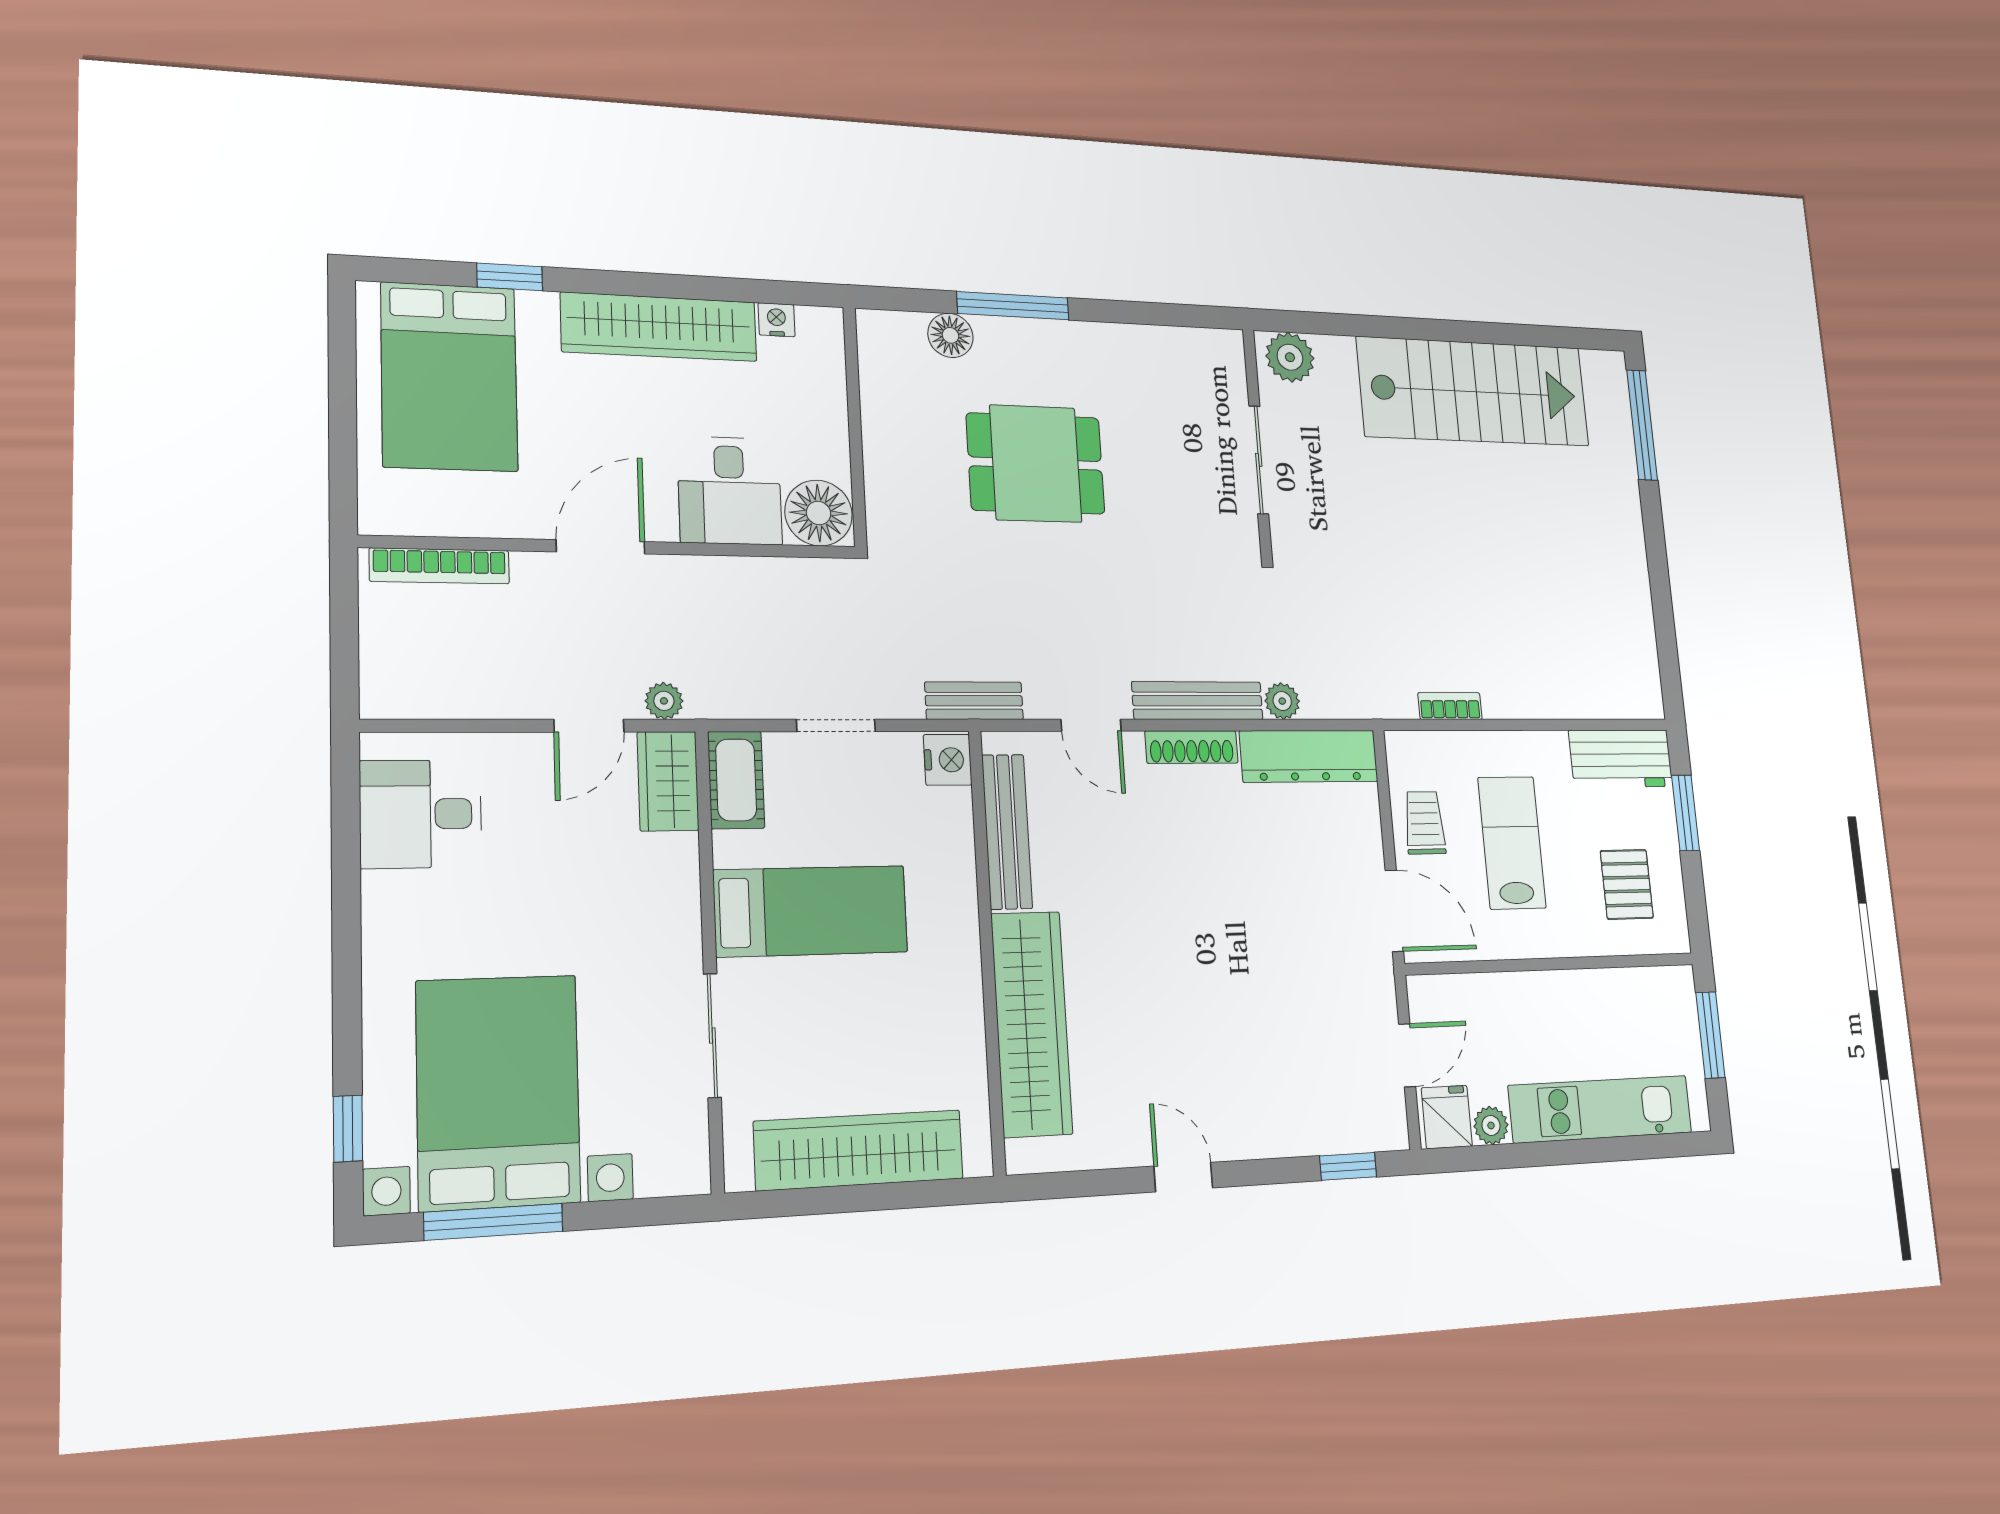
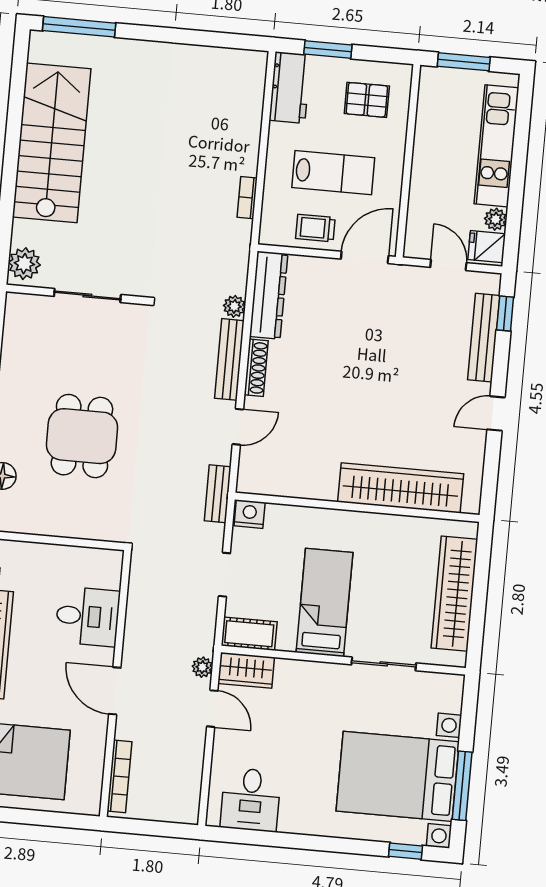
floor lamp: (819, 513) -> (103, 568), removed
bench: (1007, 832) -> (484, 338), moved, turned 90
lab bench: (1512, 843) -> (333, 173), turned 180

